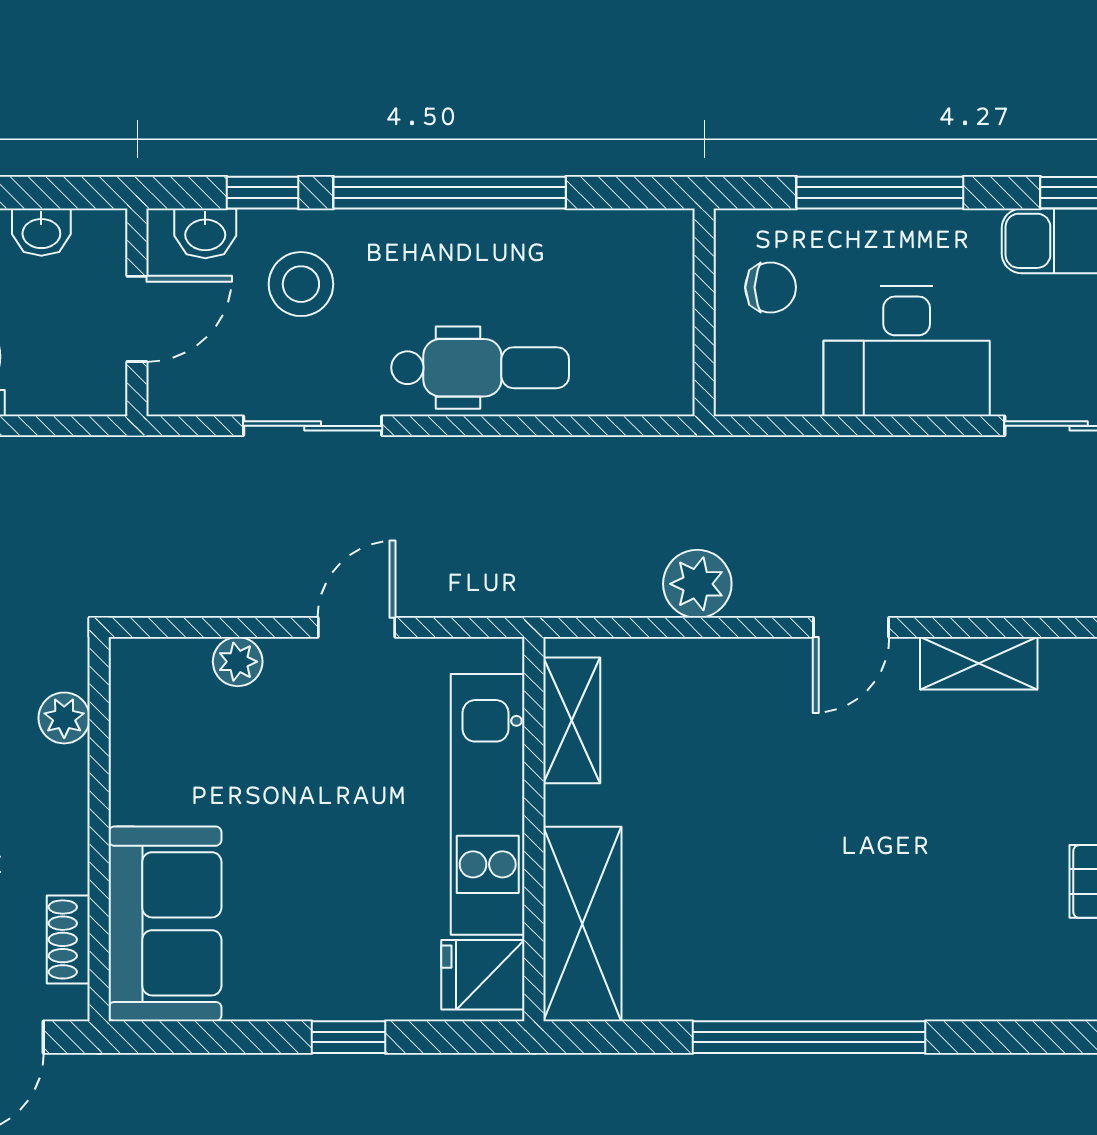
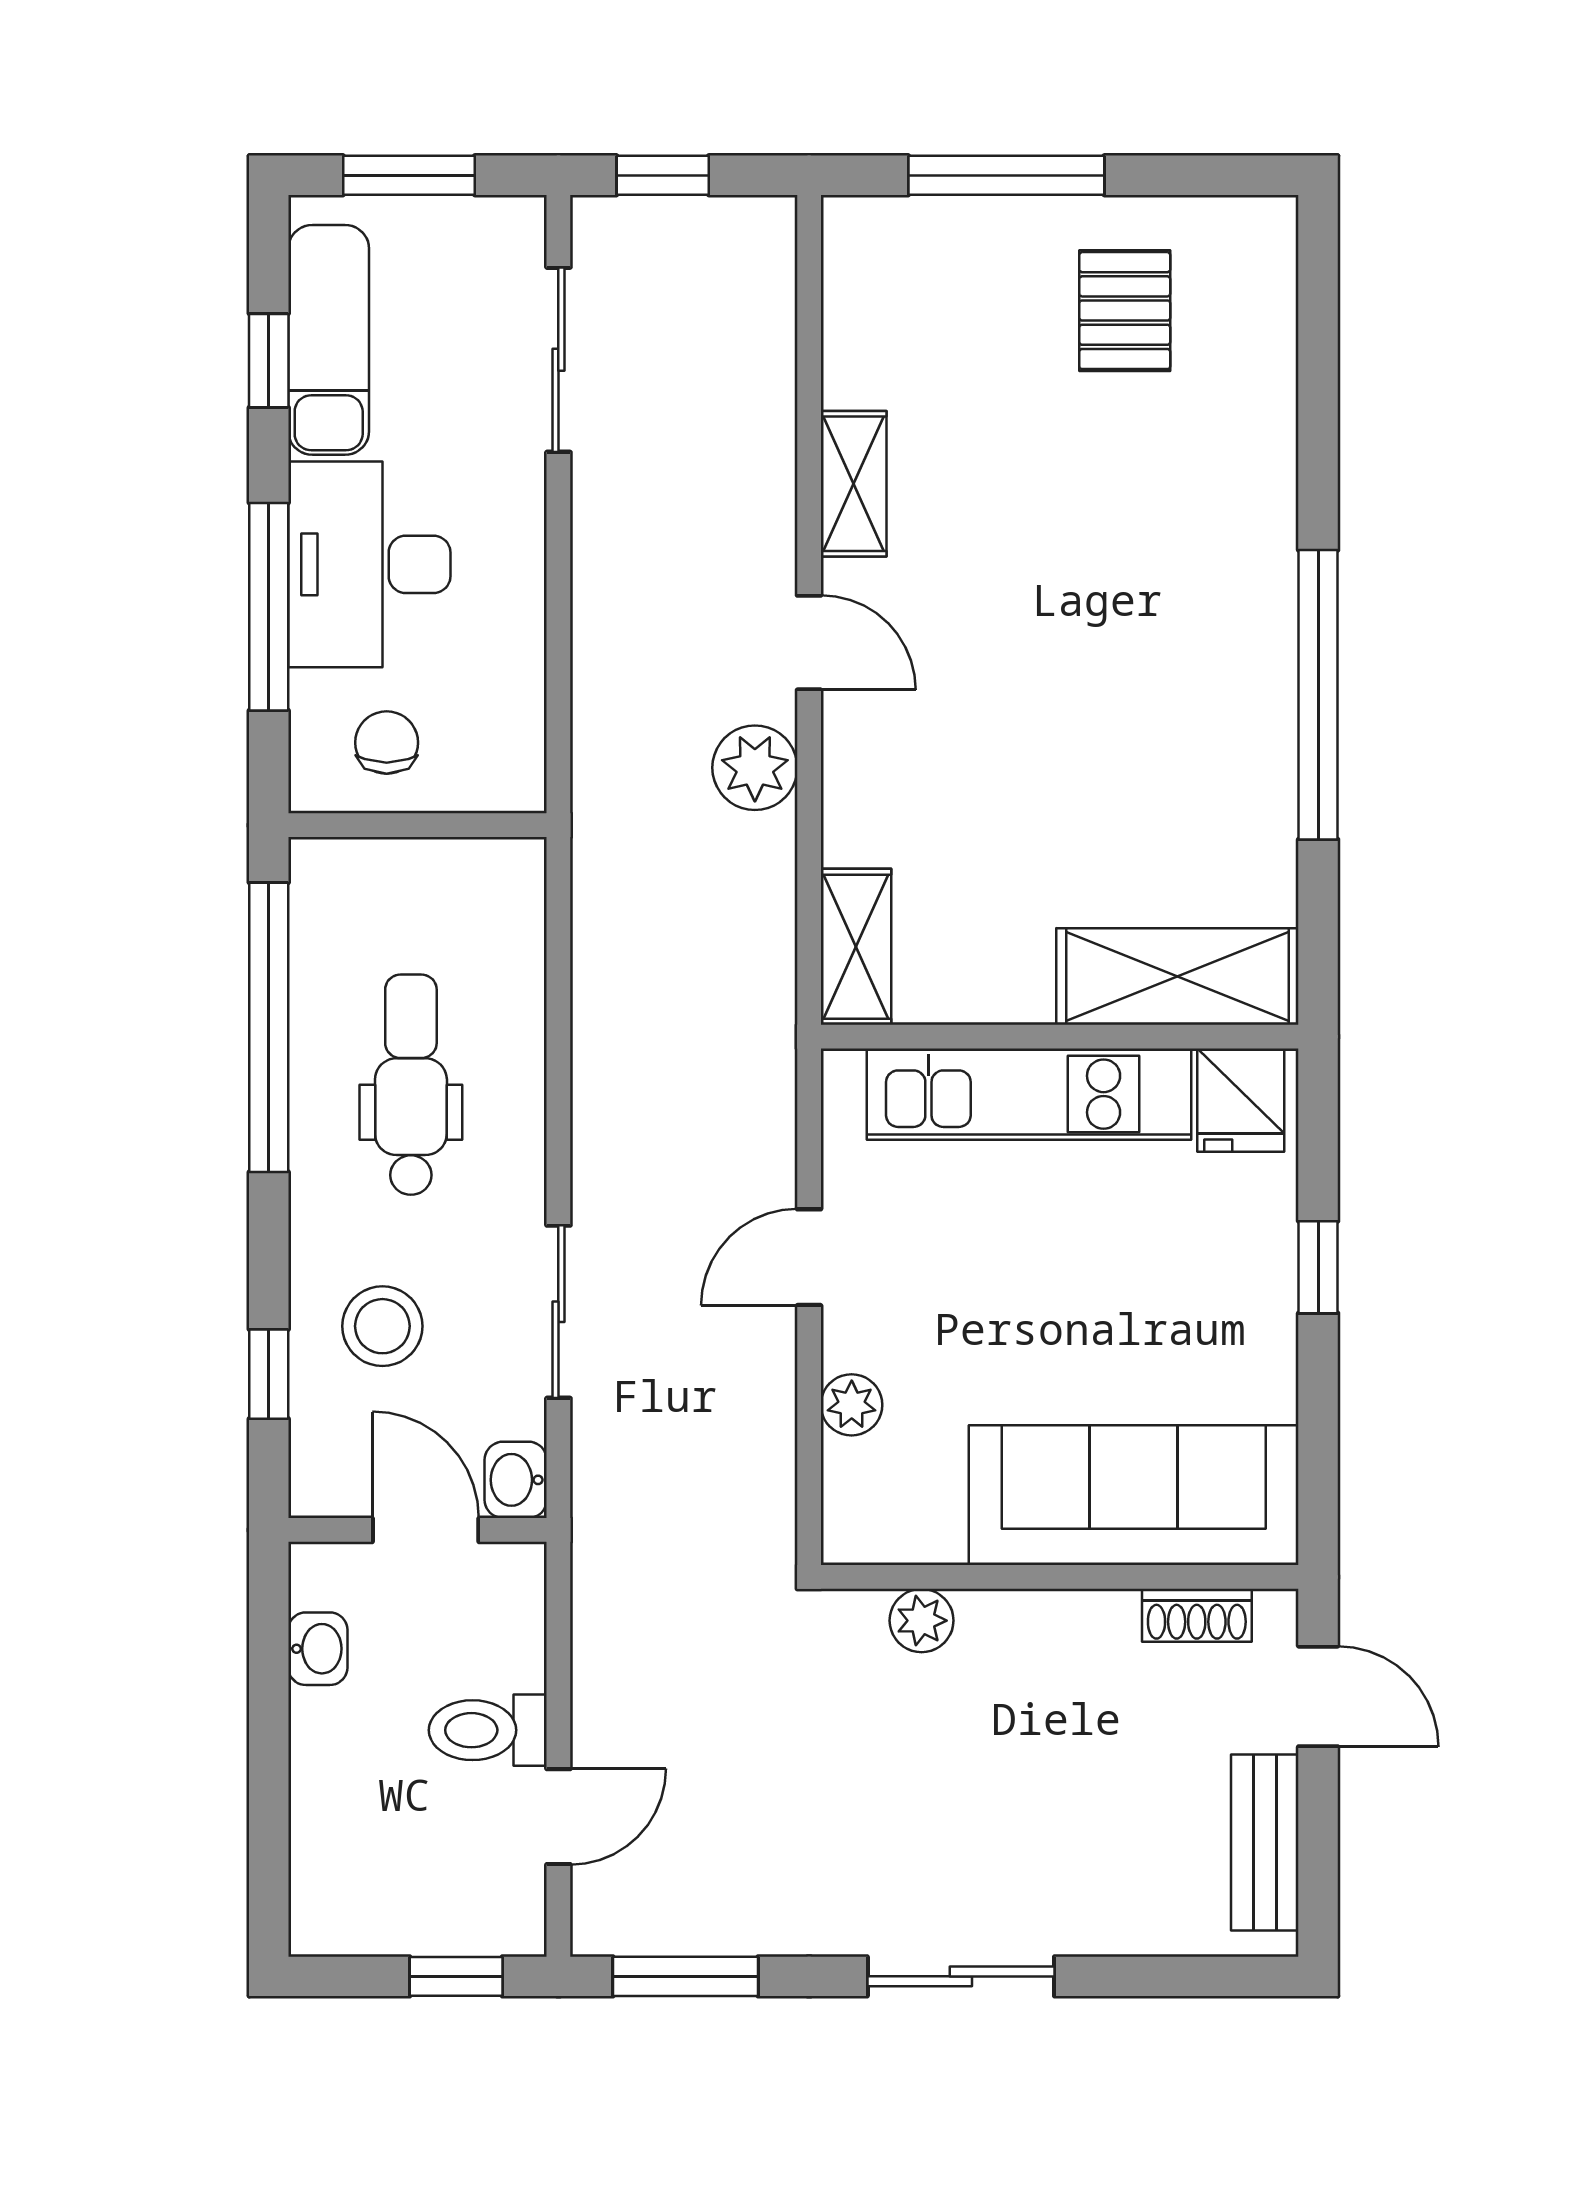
window: (450, 193) -> (269, 1027), moved
washbasin: (205, 233) -> (516, 1480), moved, turned 180
desk: (907, 351) -> (369, 564), moved, turned 180
dental chair: (480, 368) -> (411, 1085), moved
plant: (697, 584) -> (755, 768), moved
door: (356, 627) -> (809, 1257), hinge flipped
shelving: (572, 720) -> (856, 947), moved, turned 90
sofa: (165, 924) -> (1134, 1495), width x1.36

